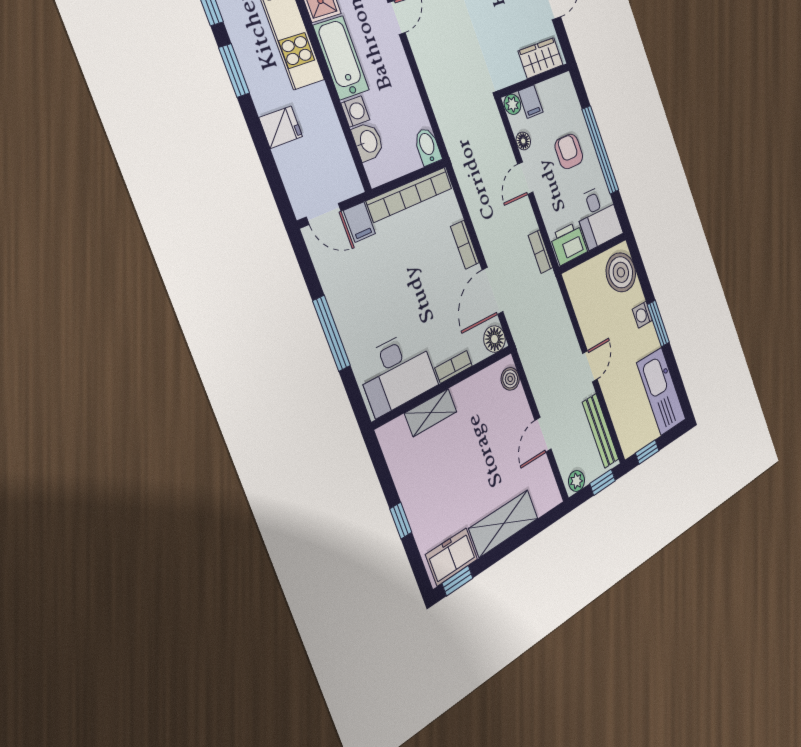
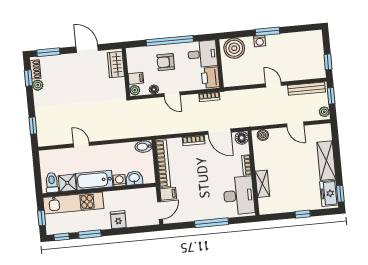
kitchen sink: (661, 391) -> (302, 42), removed

